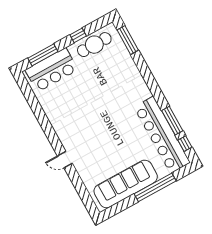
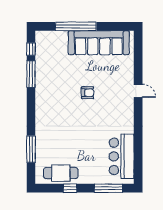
window: (128, 40) -> (31, 149), moved
bar counter: (52, 70) -> (122, 156), moved, turned -90
armchair: (111, 132) -> (88, 93), added
bar counter: (162, 135) -> (46, 67), removed

